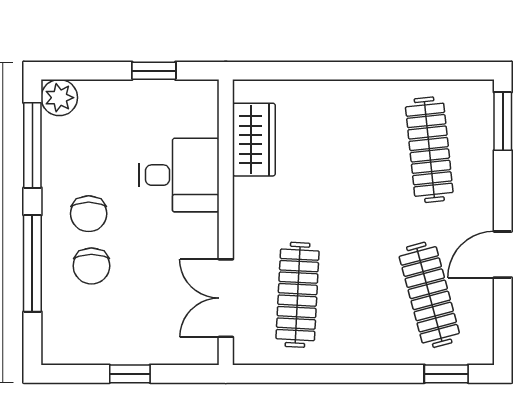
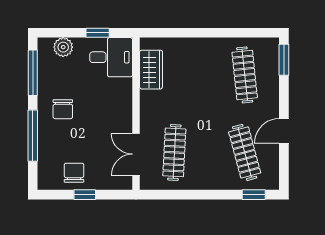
plant: (59, 98) -> (63, 47), moved
desk: (179, 175) -> (111, 57), moved
chair: (91, 266) -> (74, 173), moved, turned 180

